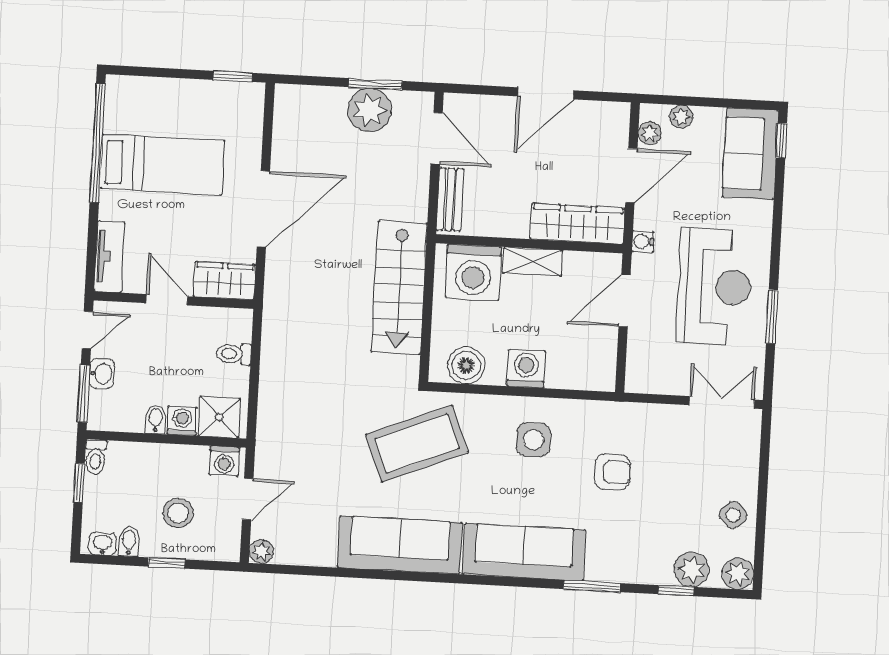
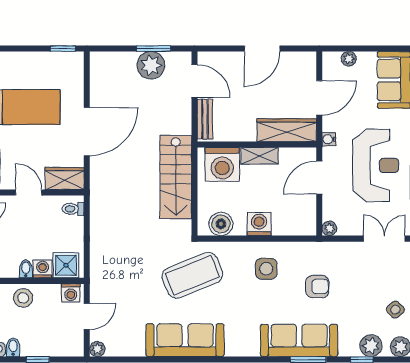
plant: (650, 133) -> (329, 228), moved
toilet: (234, 354) -> (73, 209), moved
stool: (178, 513) -> (23, 298), moved
sofa: (524, 552) -> (299, 340), moved

